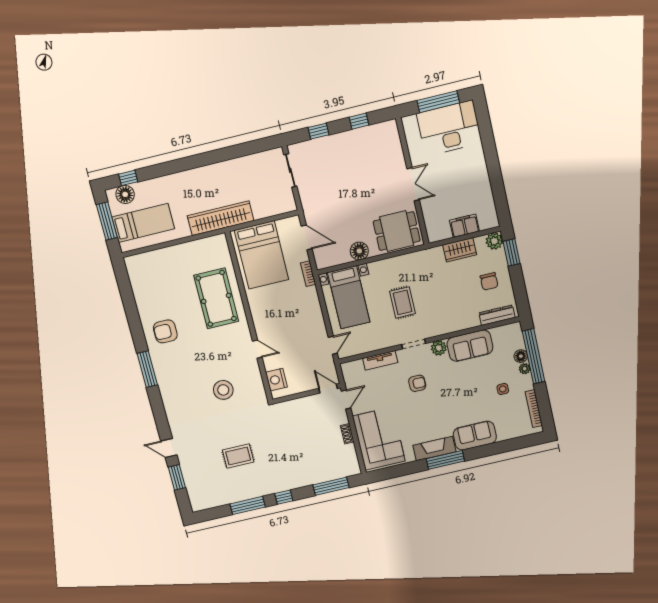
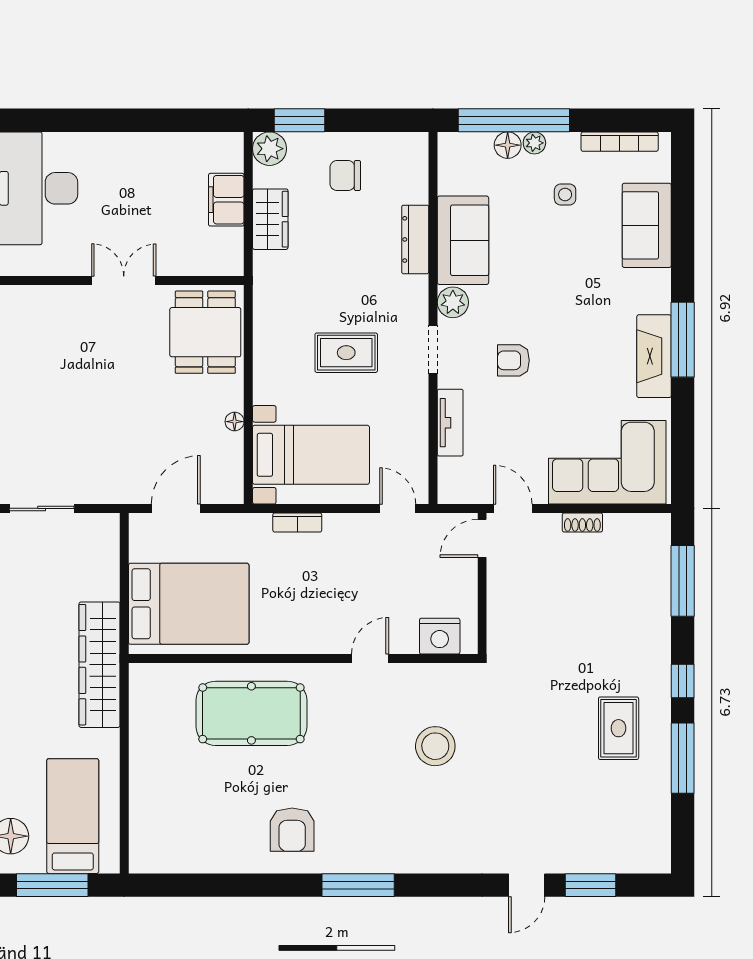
floor lamp: (359, 251) -> (235, 422), width x0.53, depth x0.53
bookcase: (308, 274) -> (297, 523), moved
chair: (489, 281) -> (345, 176), turned 180
dresser: (497, 315) -> (415, 239), moved
armchair: (417, 383) -> (513, 360), turned -90
sofa: (475, 436) -> (647, 225), moved
rug: (238, 456) -> (619, 728), moved

